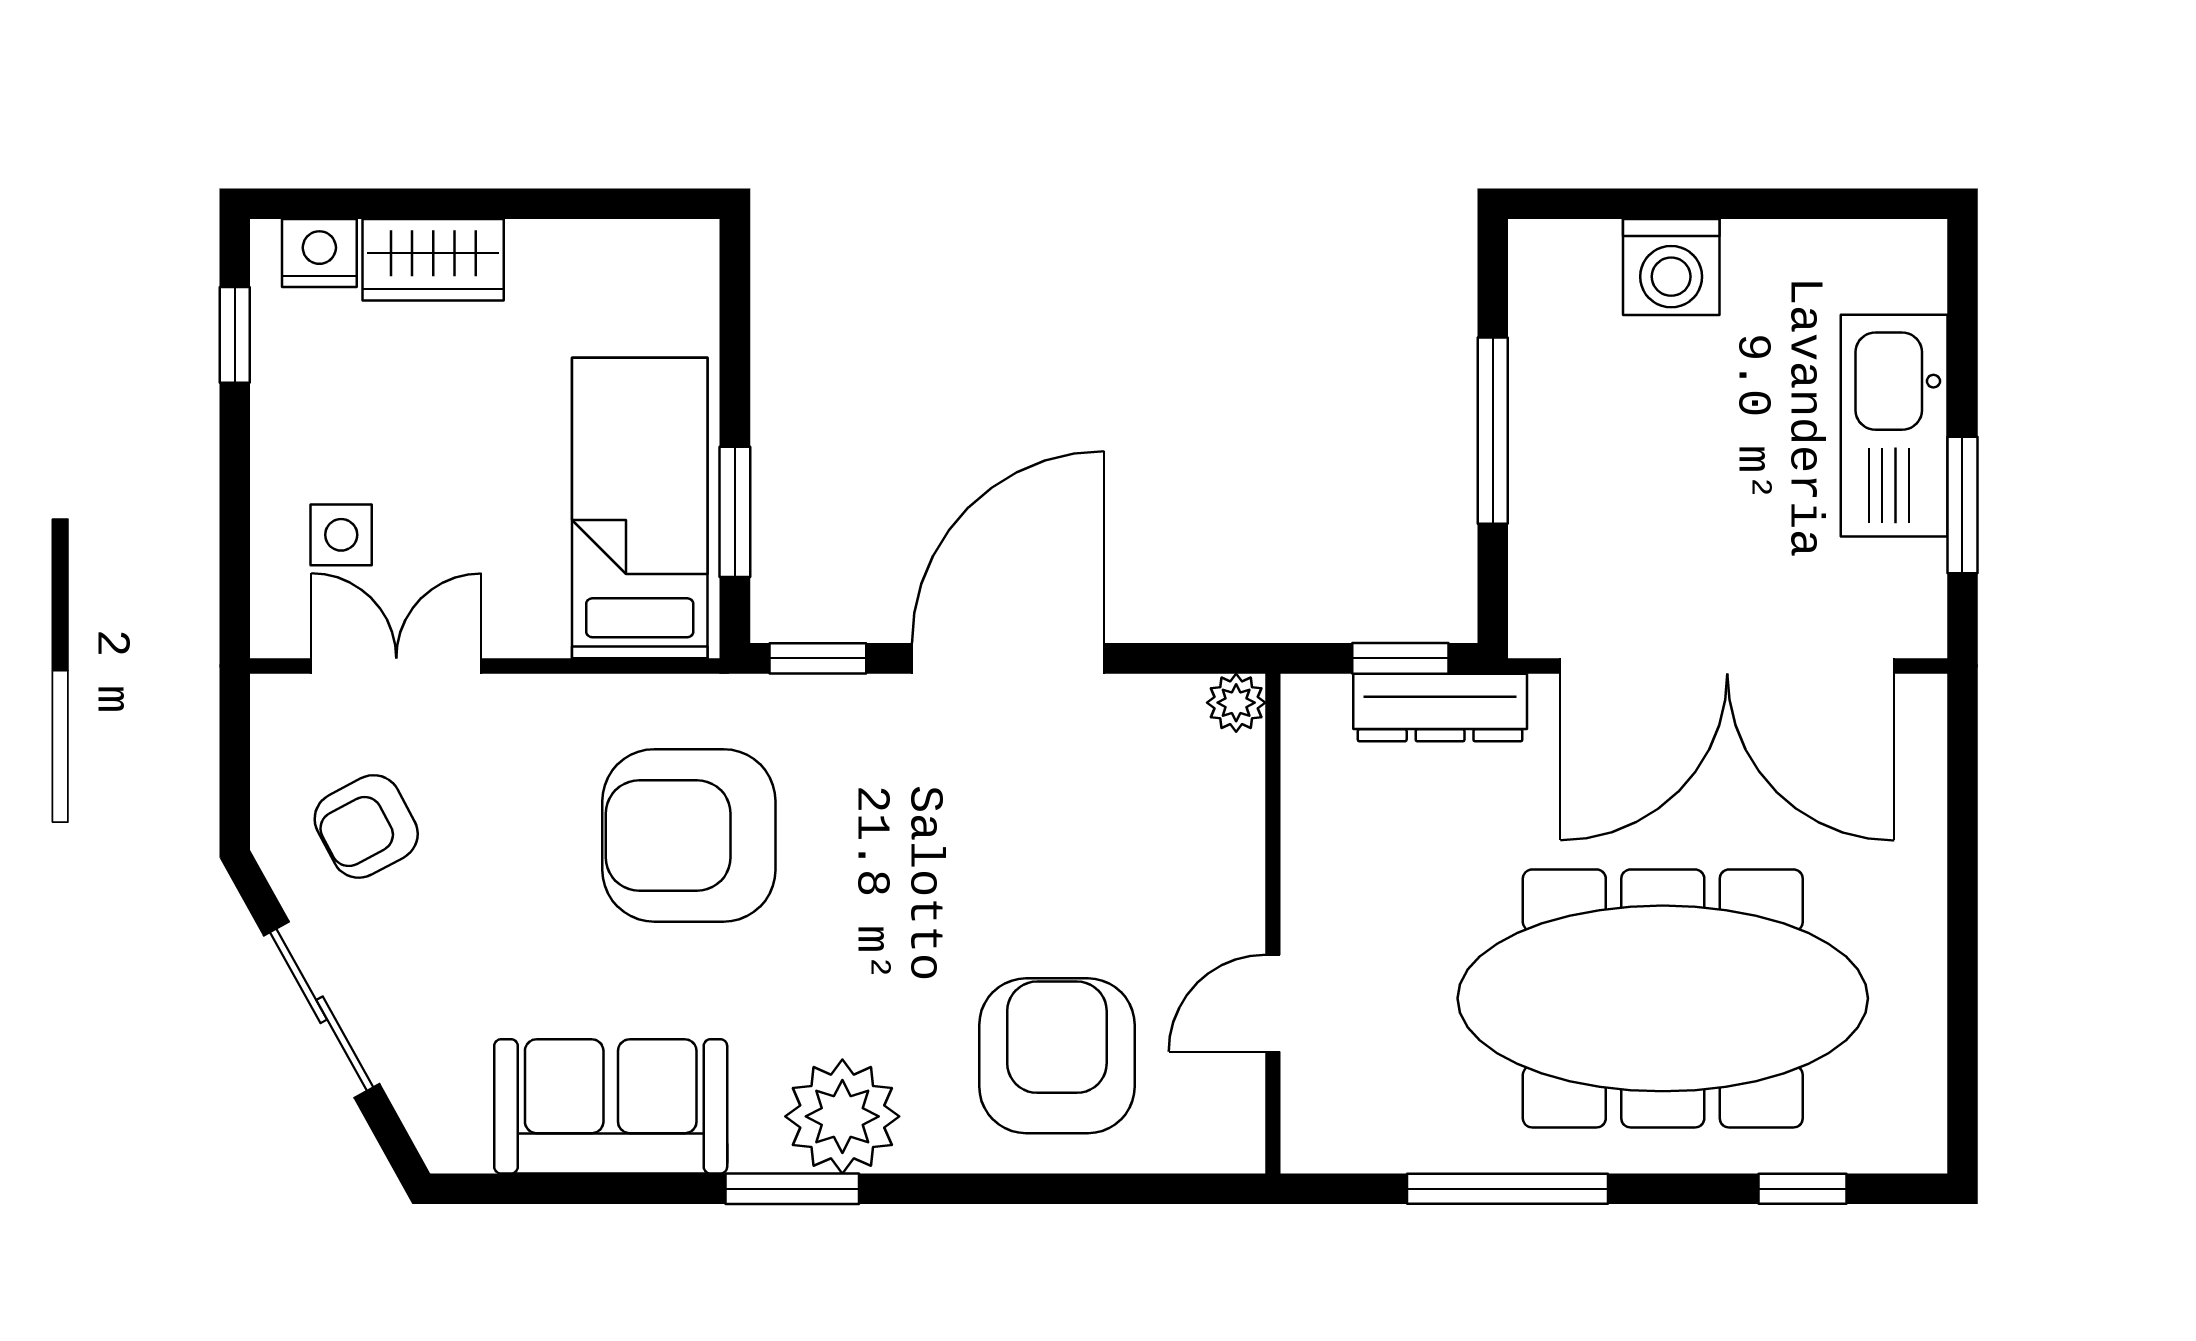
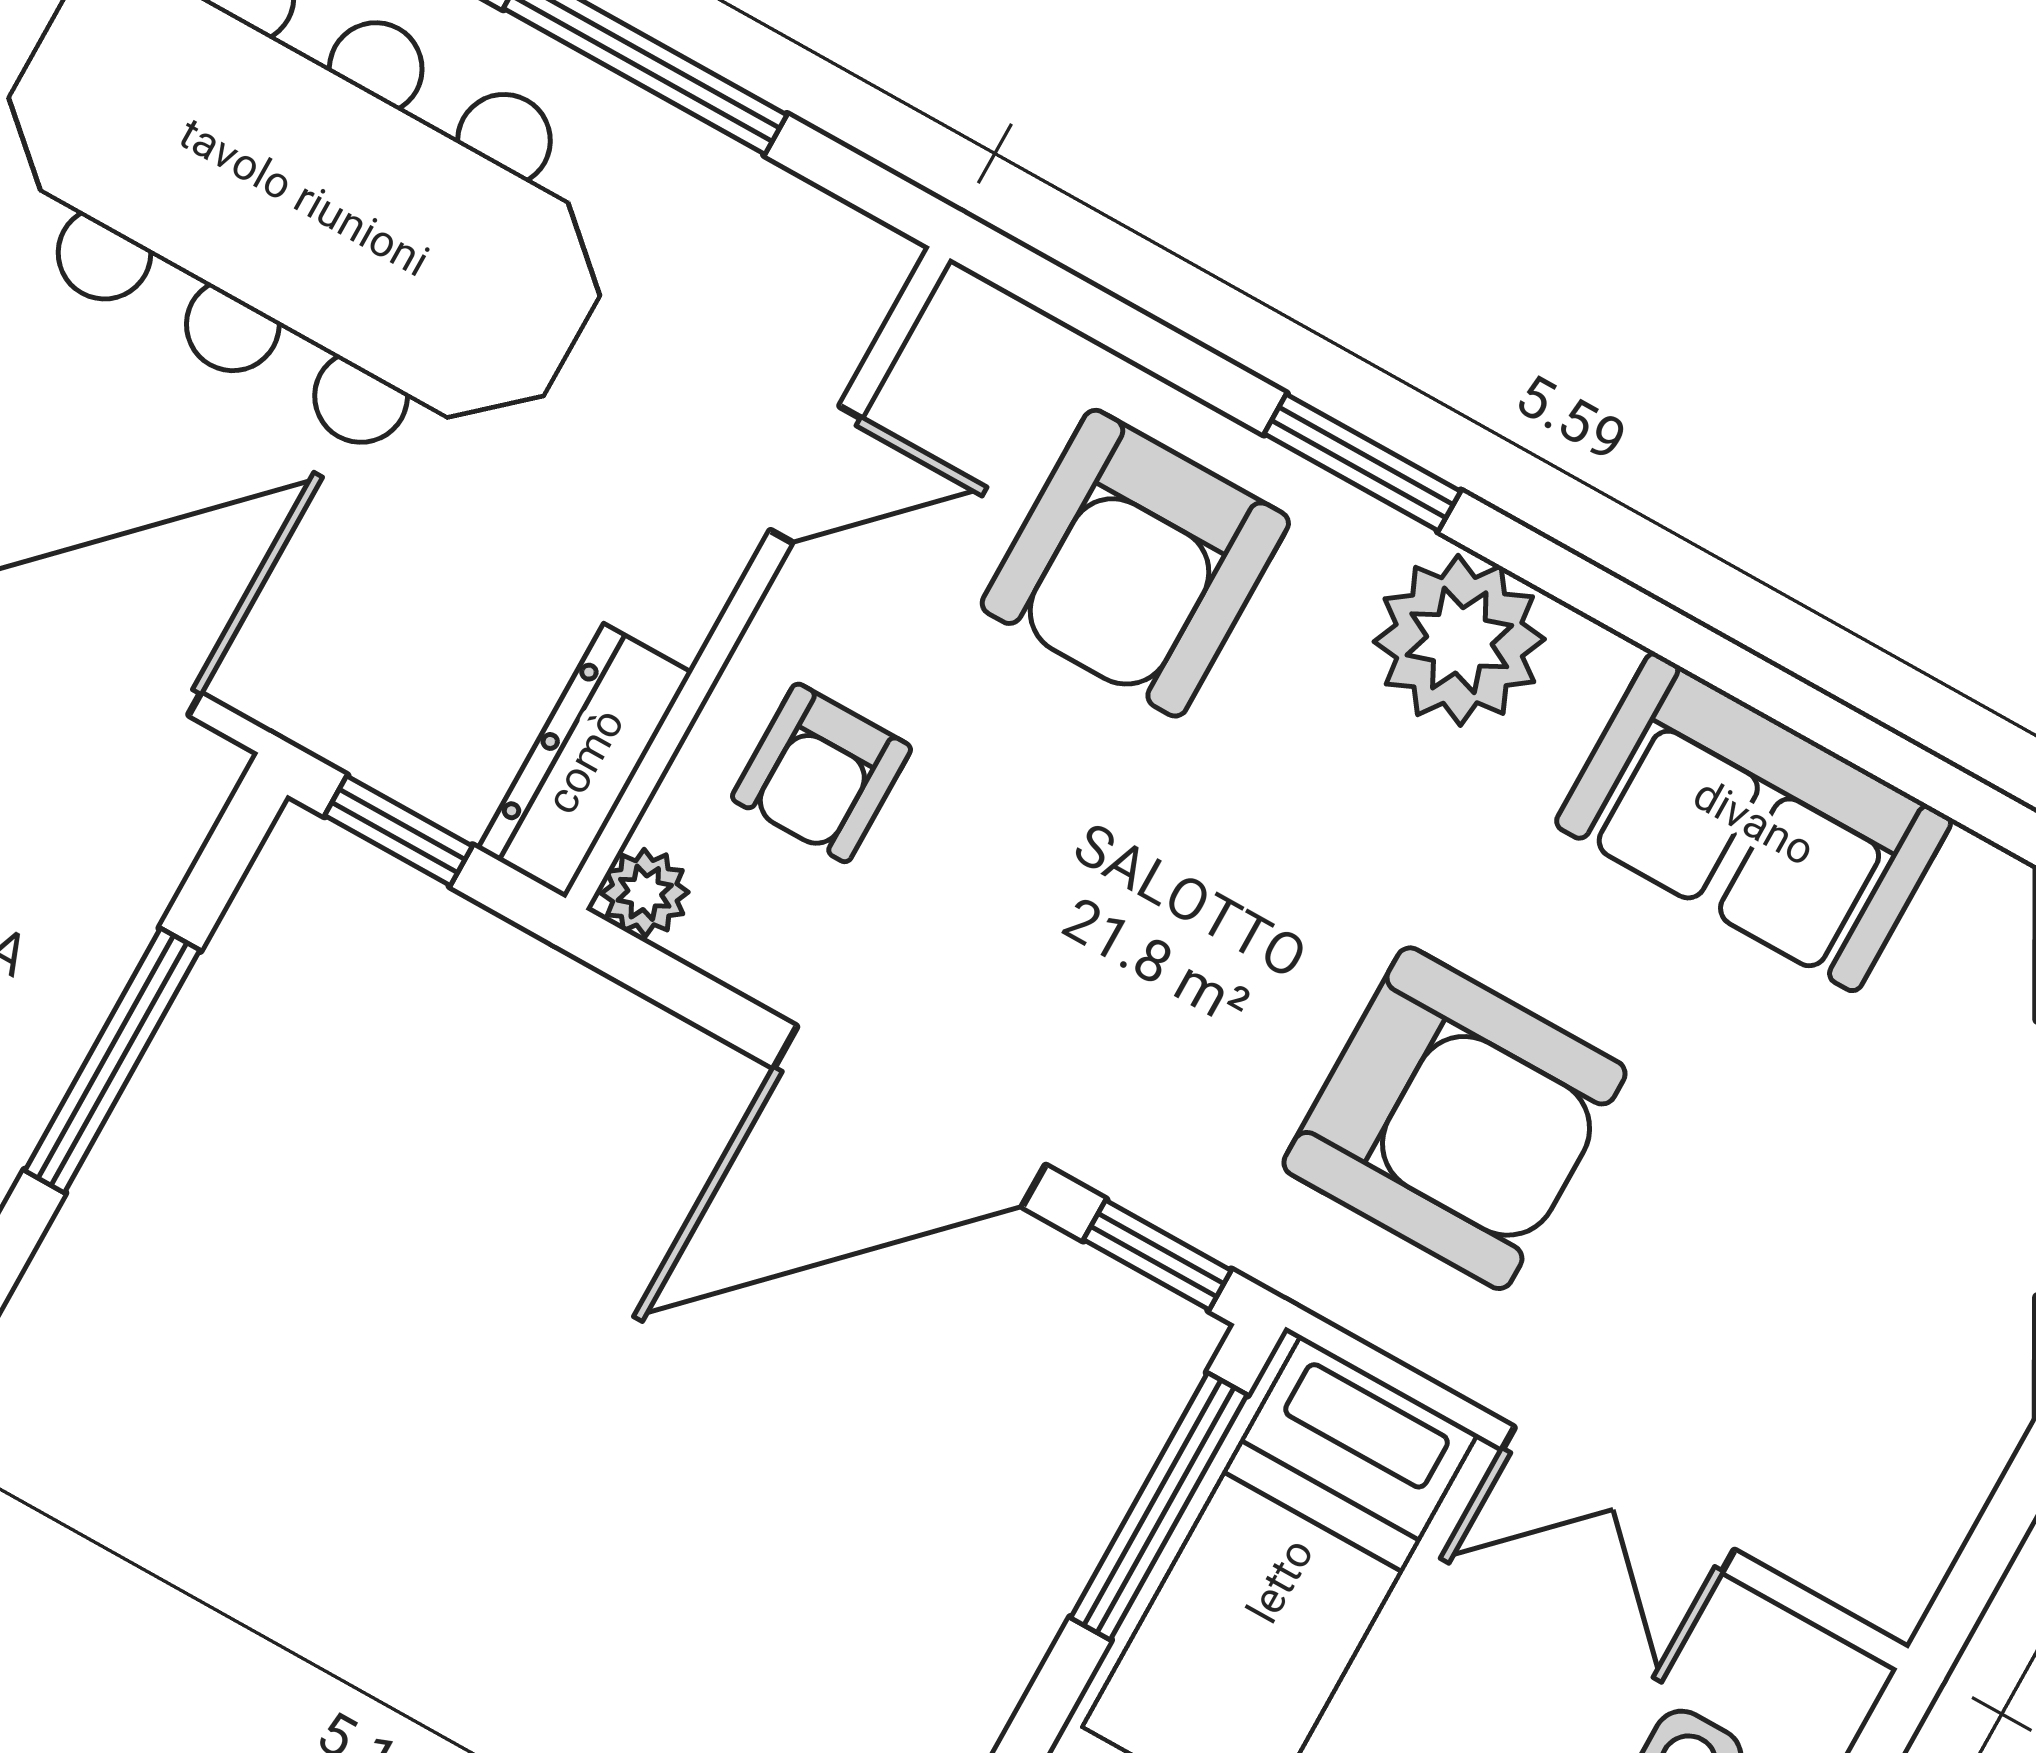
window: (735, 512) -> (1159, 1506), width x1.44
double door: (396, 666) -> (1618, 1500), moved
dresser: (1440, 707) -> (585, 761), moved, turned -90
armchair: (366, 826) -> (821, 773), moved, turned 118
window: (792, 1189) -> (1362, 463), moved

